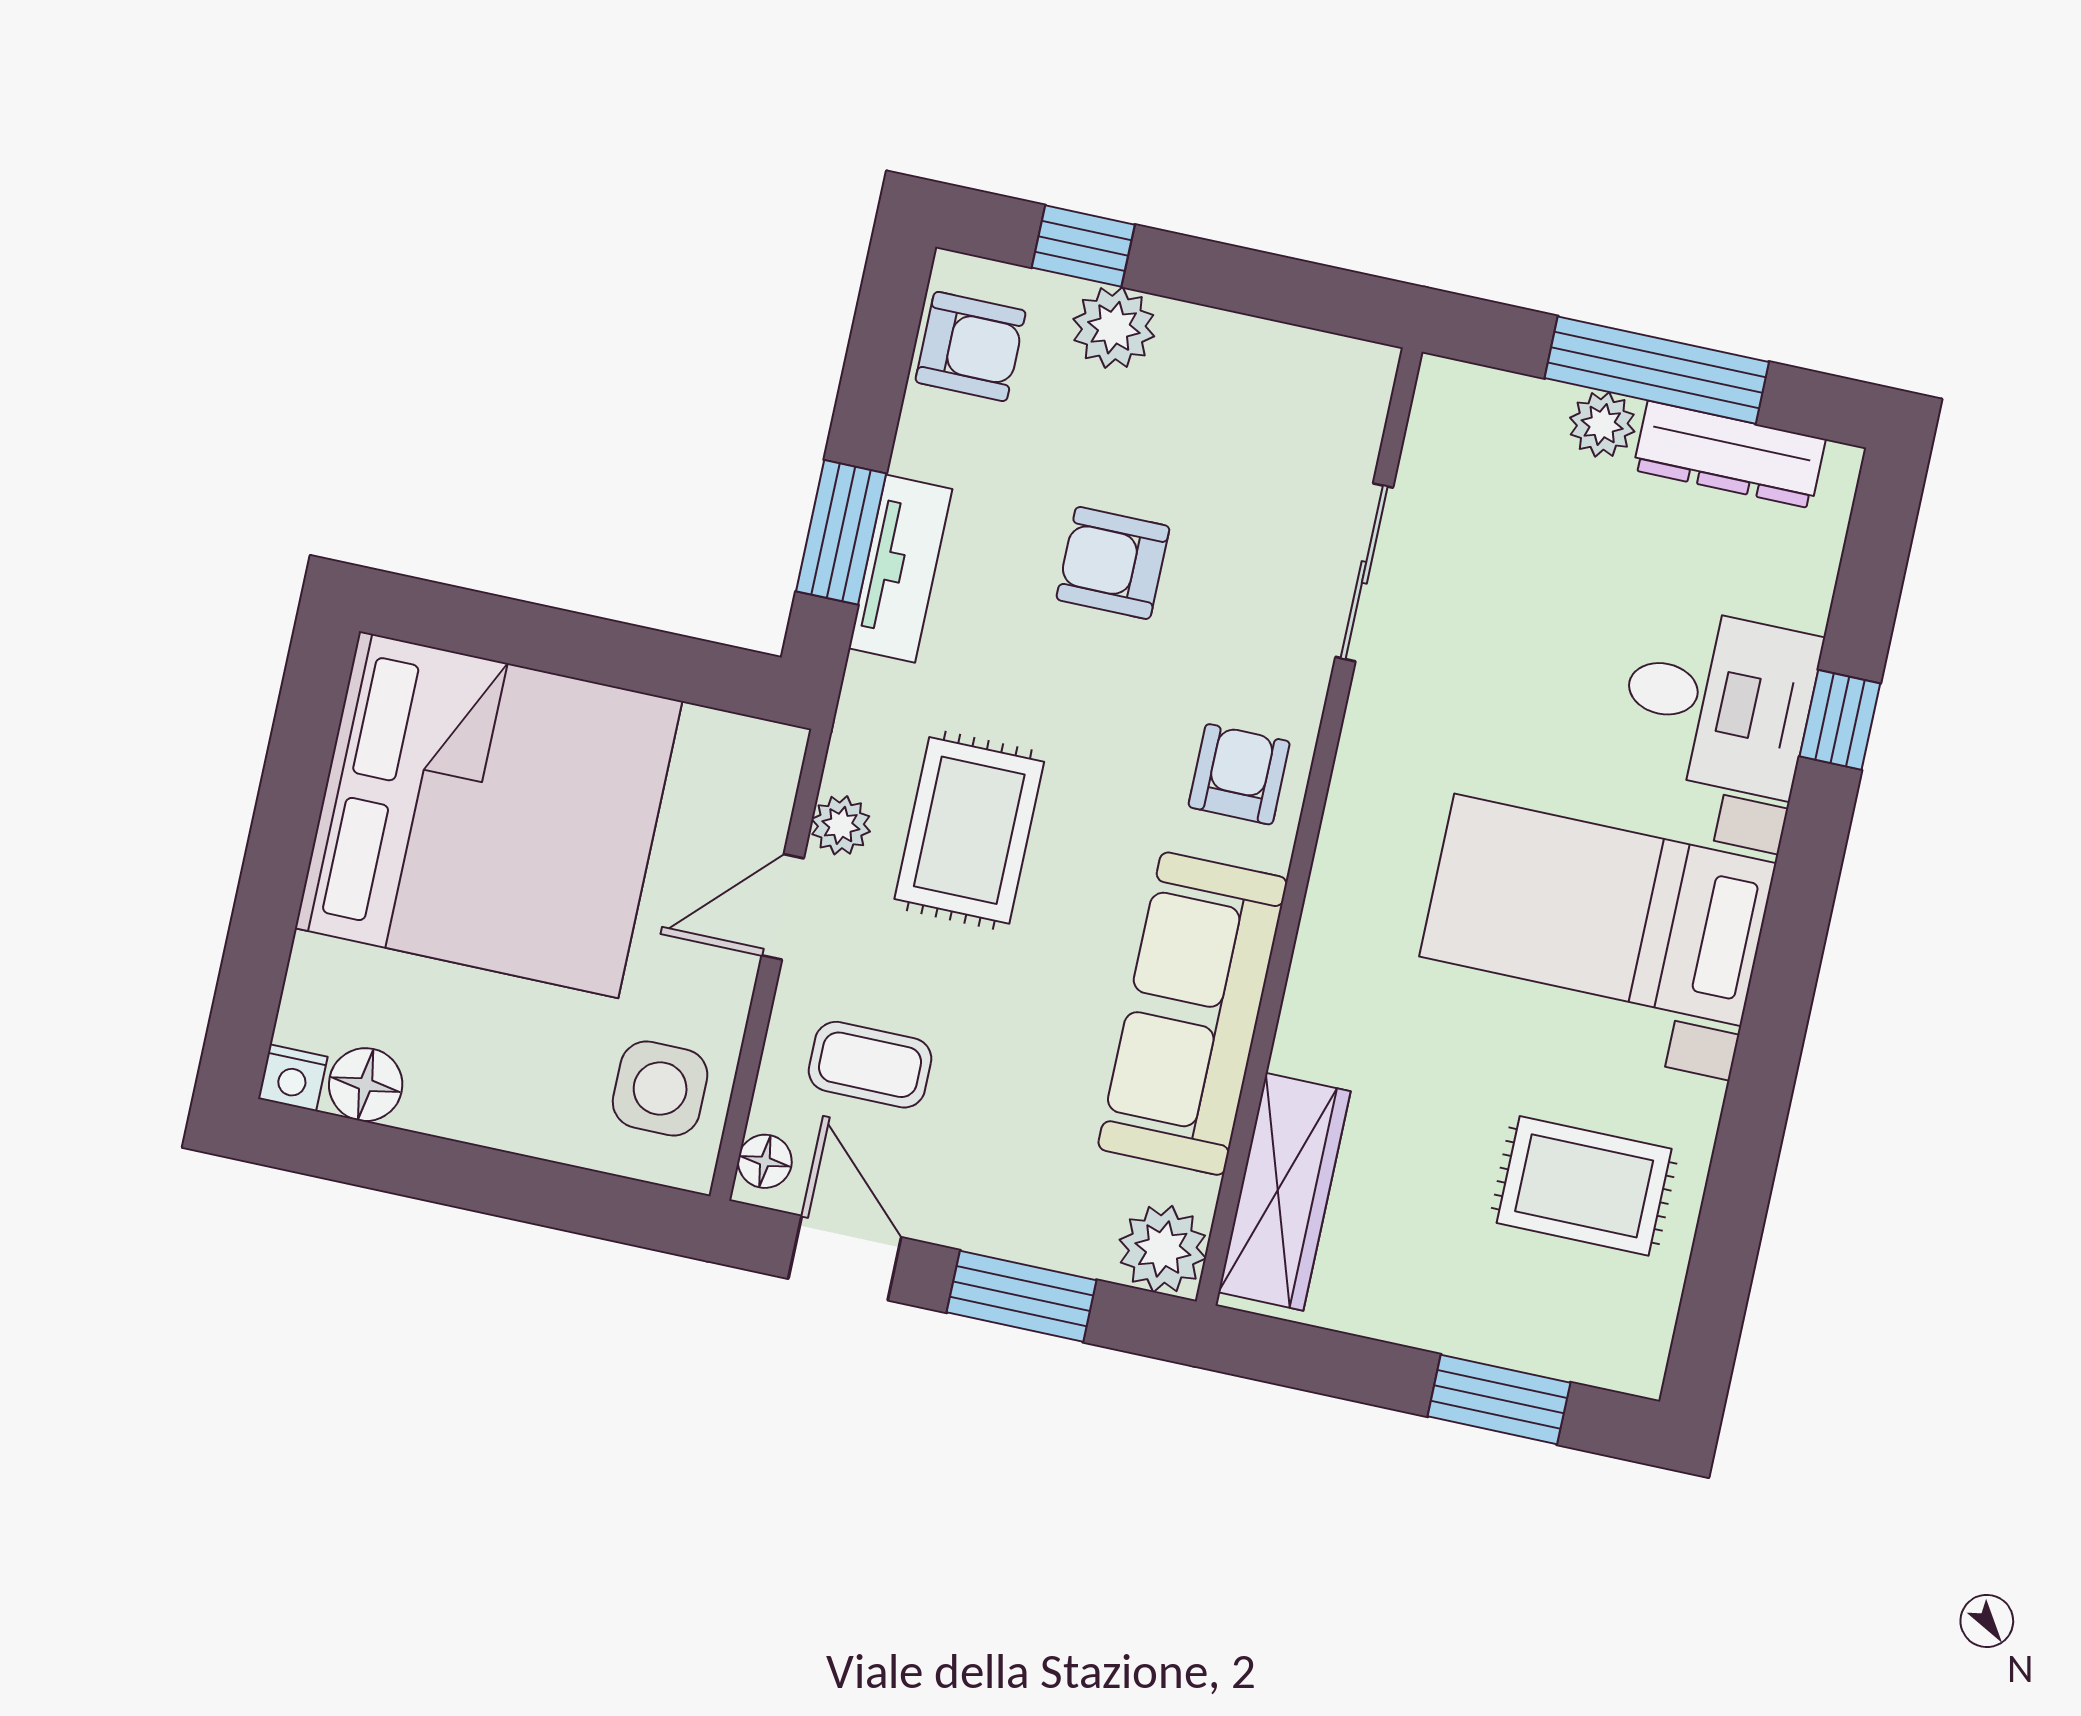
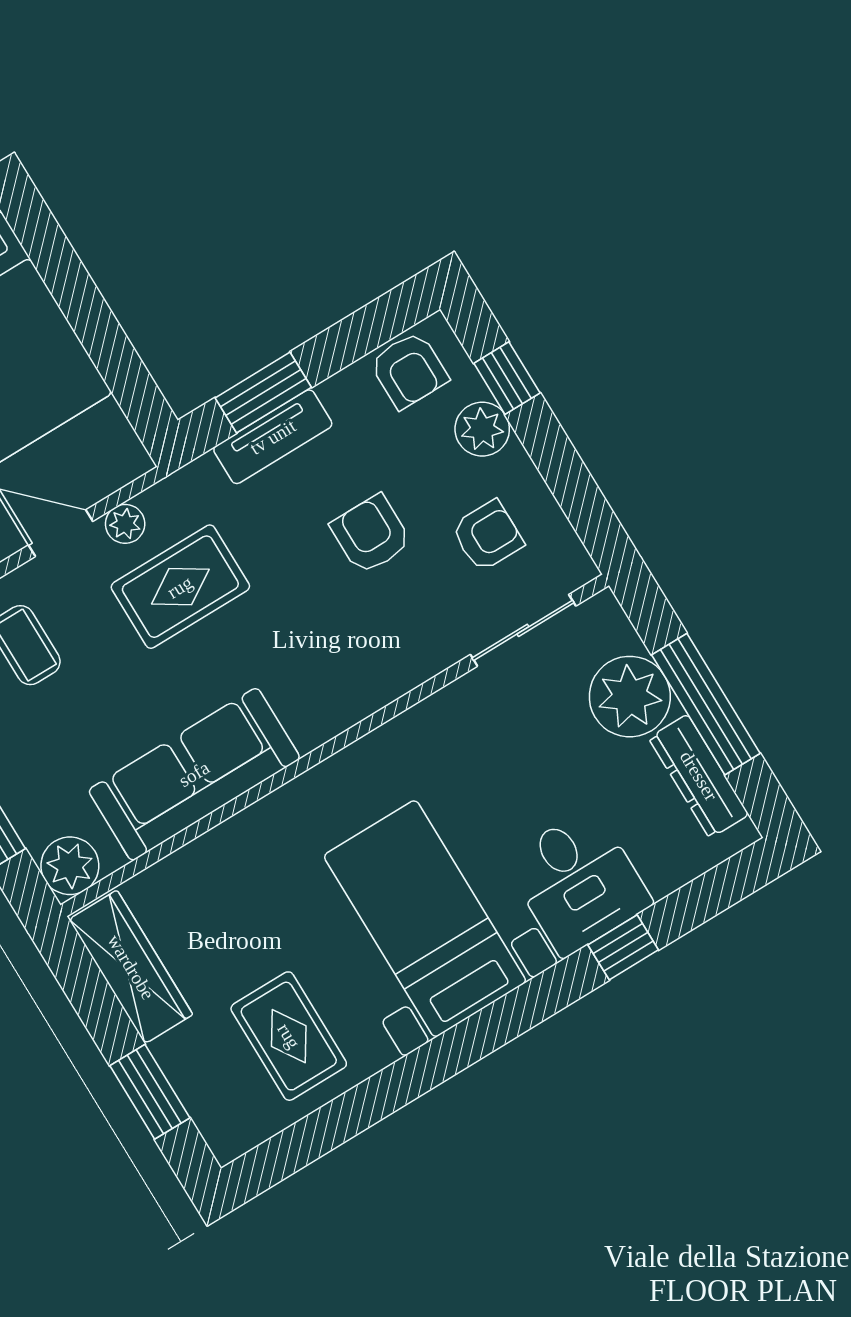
plant: (1602, 425) -> (630, 697), width x1.88, depth x1.88
sliding door: (1364, 572) -> (523, 630), moved
armchair: (1239, 774) -> (488, 536), moved
wardrobe: (1284, 1192) -> (131, 967), moved, turned -90

